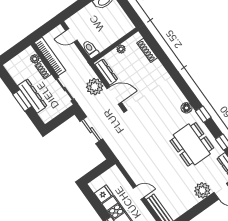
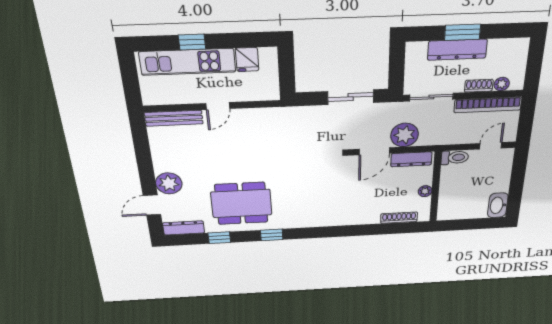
floor lamp: (187, 108) -> (294, 222), removed

